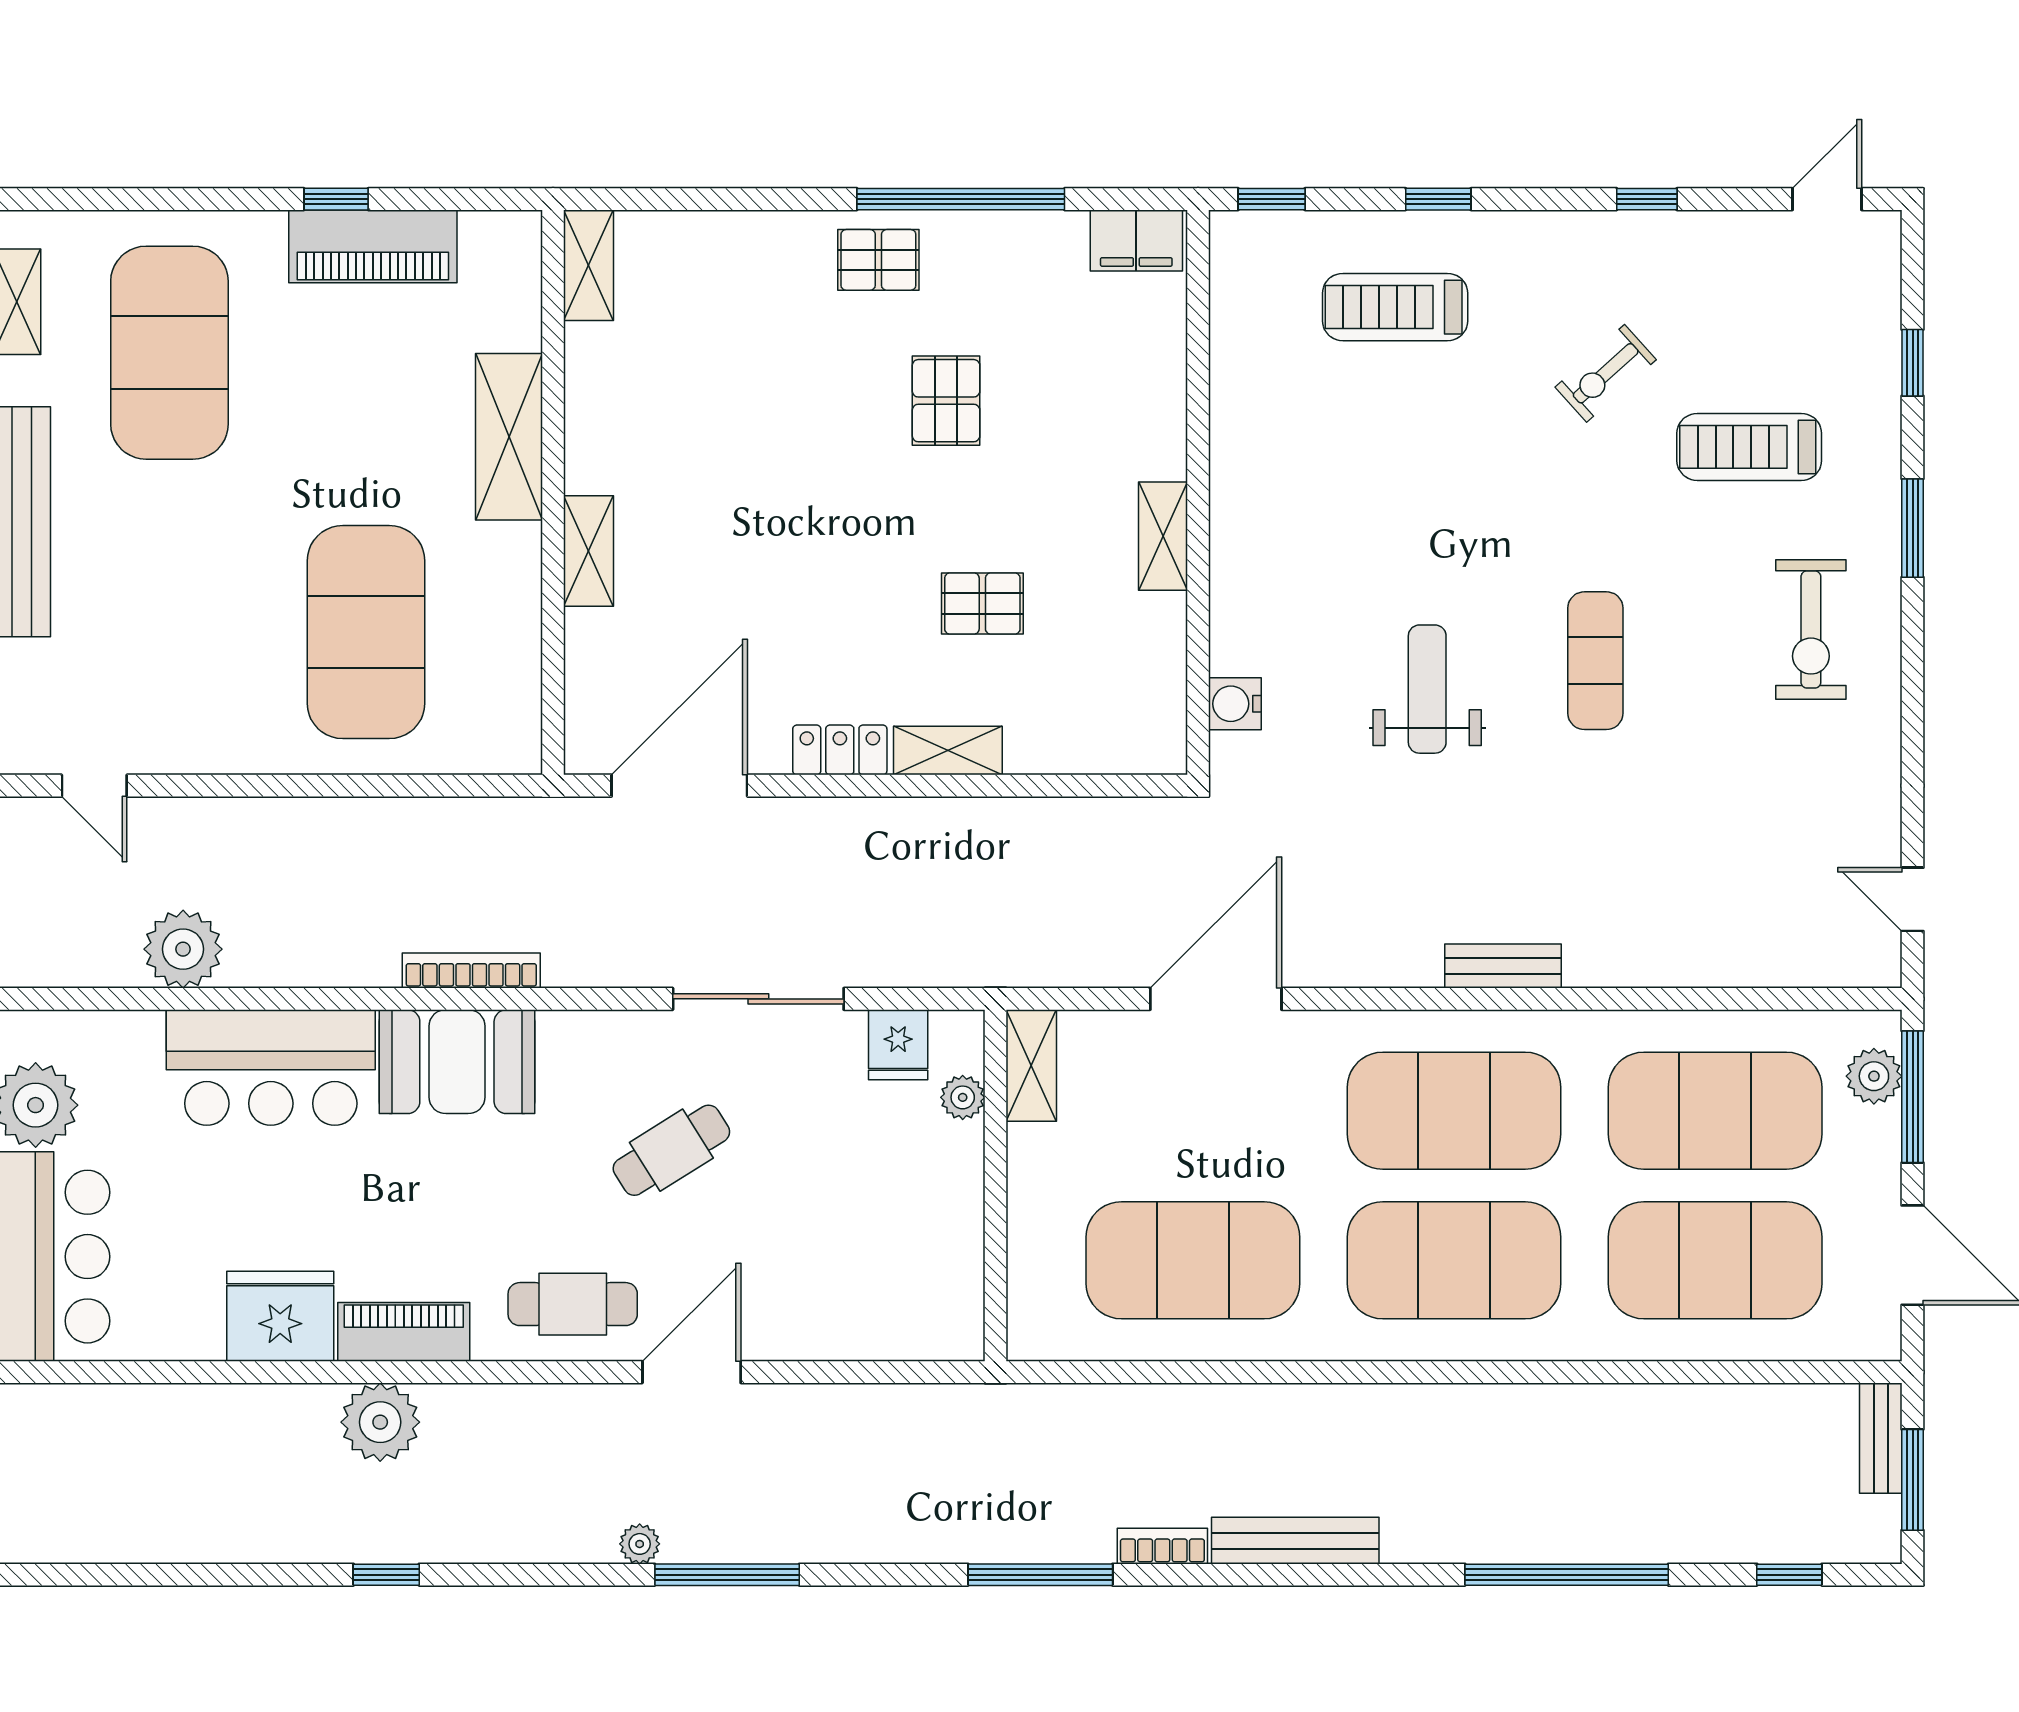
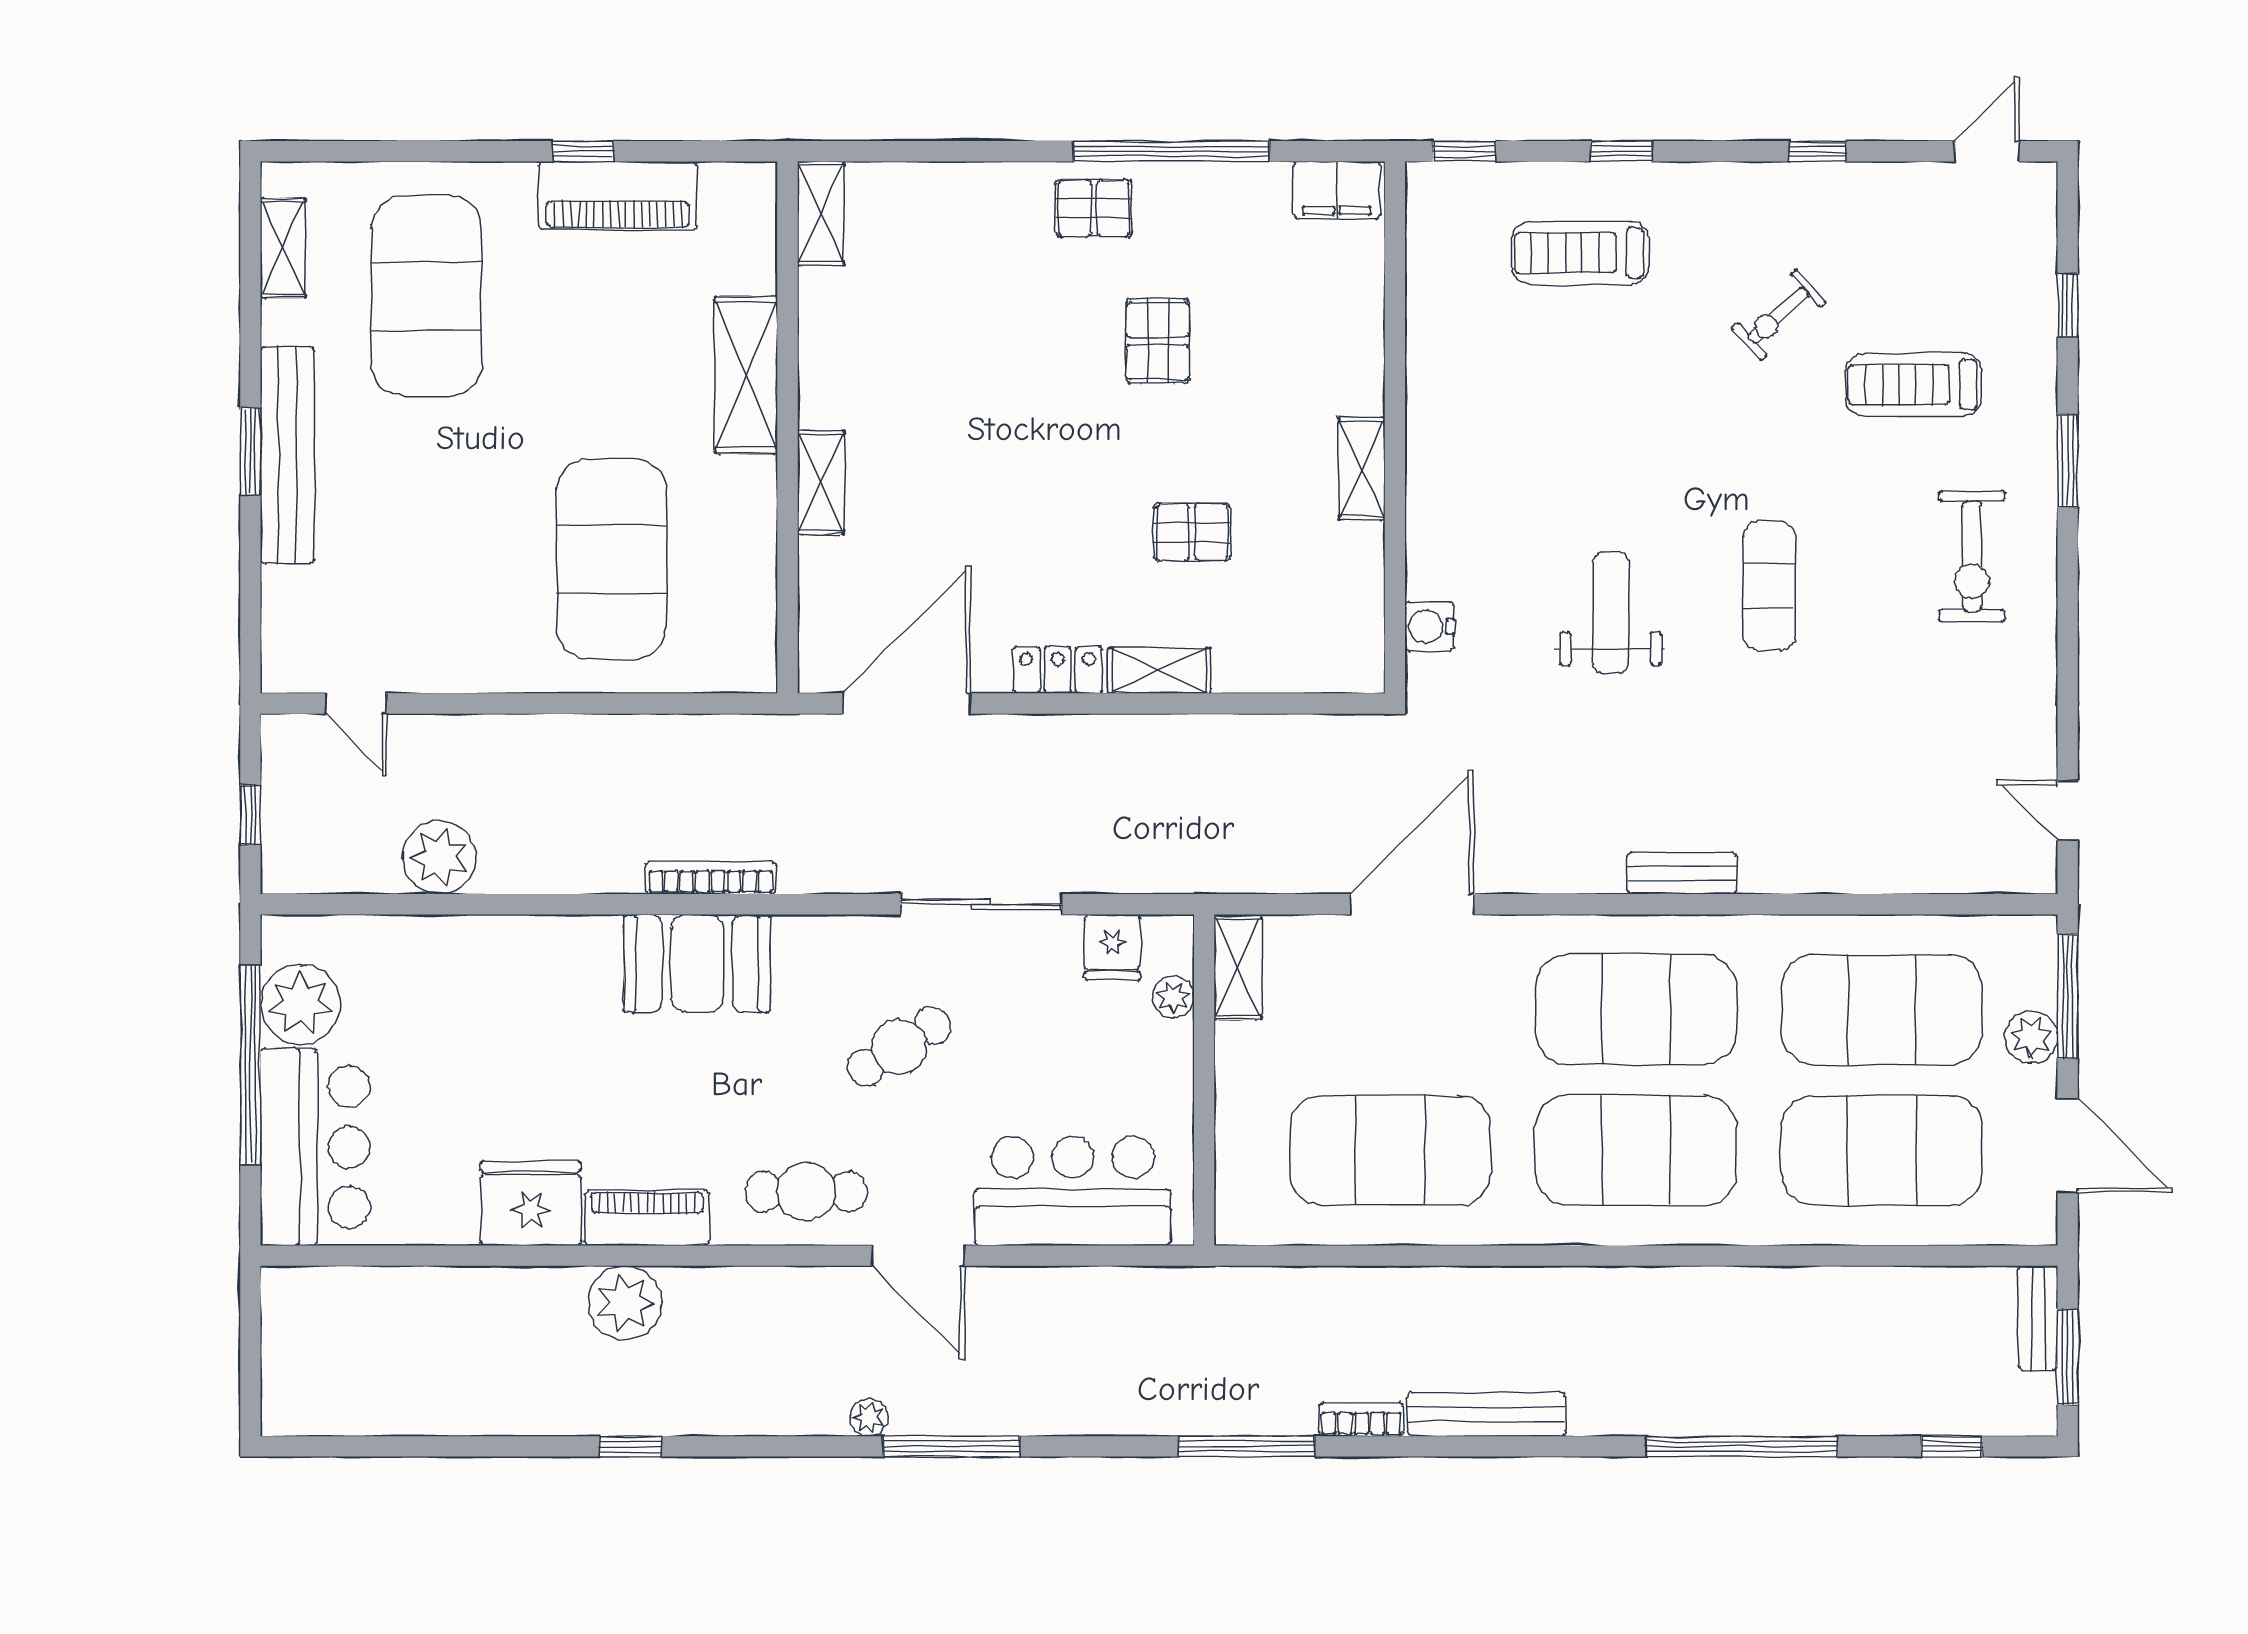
bar counter: (271, 1068) -> (1073, 1191), moved, turned 180
plant: (1874, 1076) -> (2031, 1037), moved
door: (692, 1372) -> (918, 1256), swing flipped

